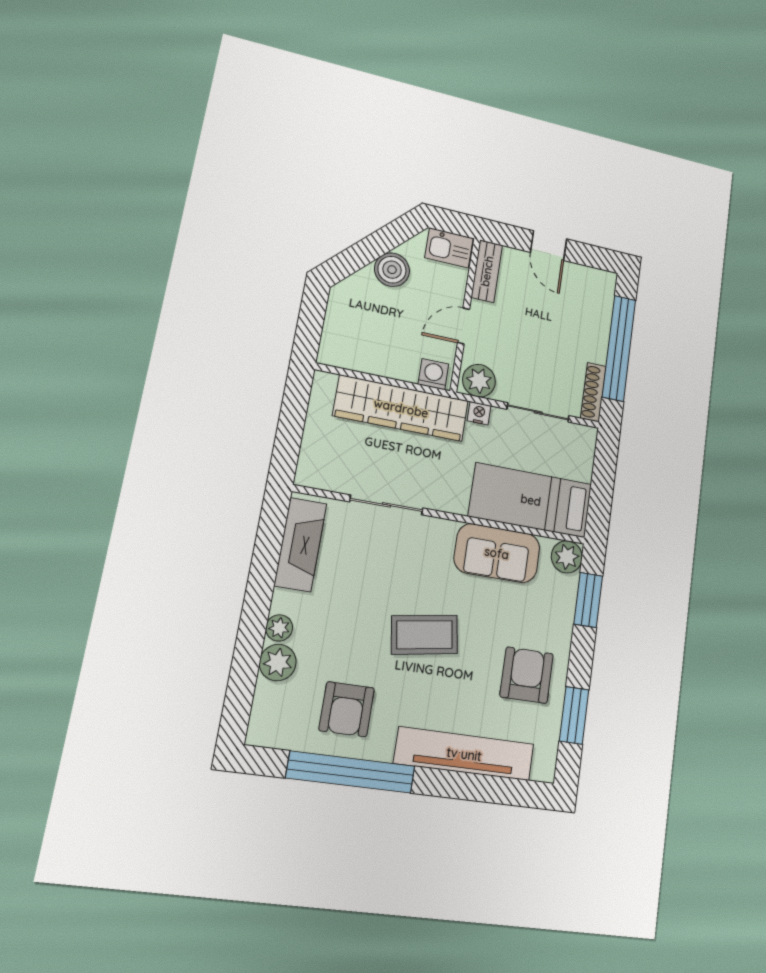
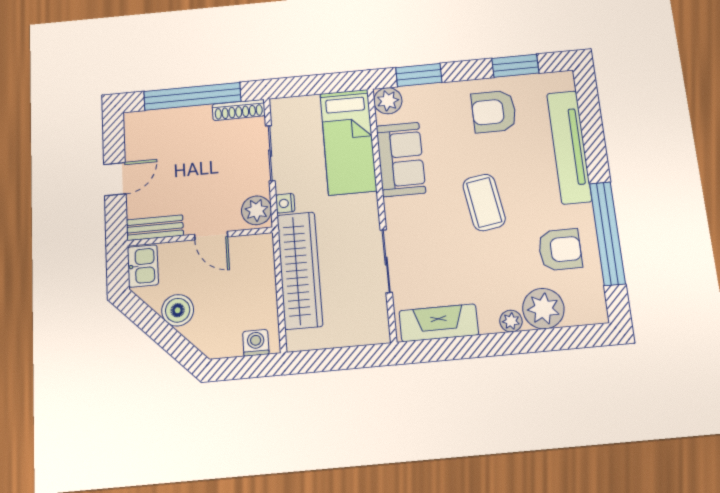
washing machine: (433, 374) -> (256, 343), moved, turned 90
plant: (278, 663) -> (543, 309), width x1.36, depth x1.36

